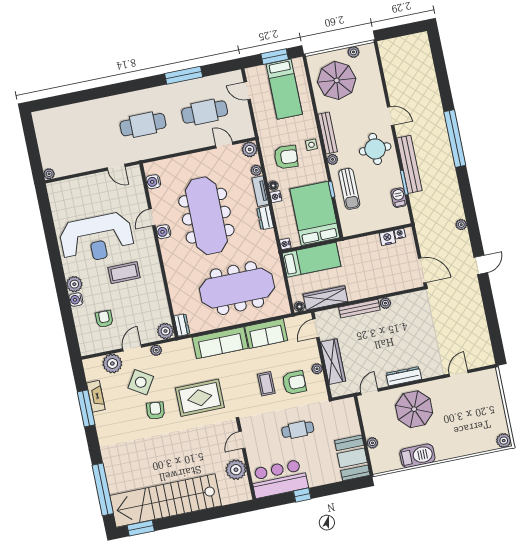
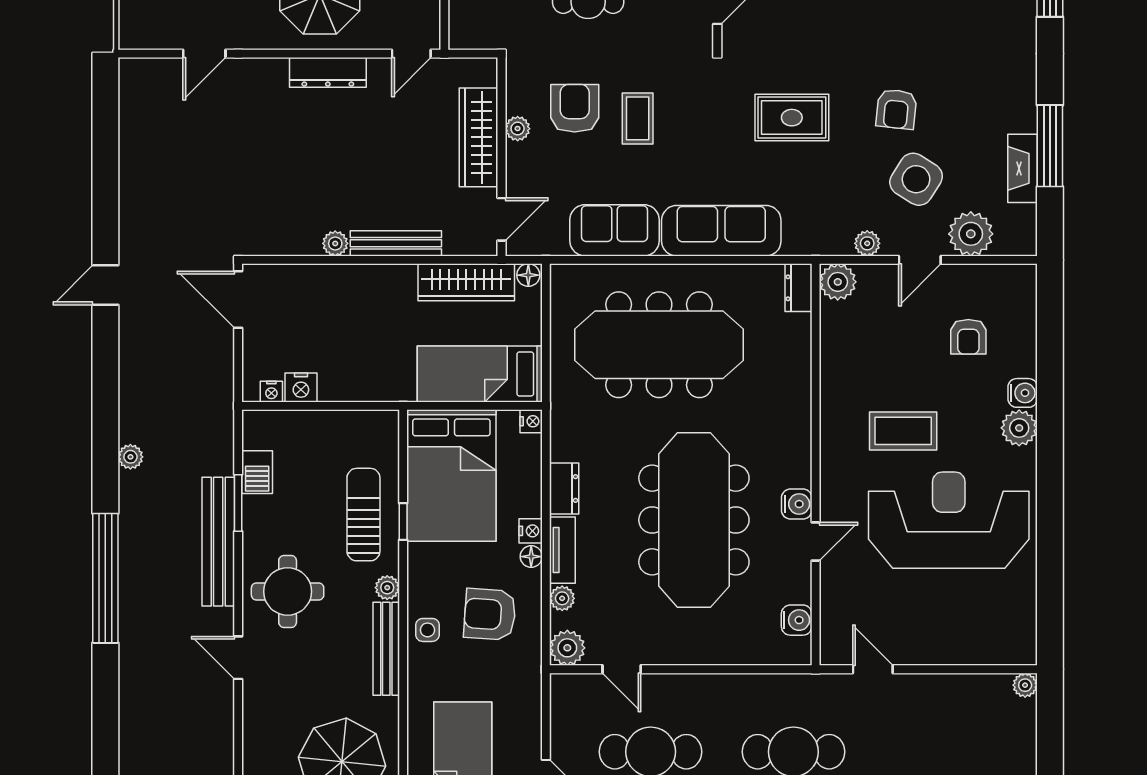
plant: (461, 225) -> (130, 457), moved
armchair: (294, 383) -> (575, 108), turned 90
rug: (200, 398) -> (792, 118), width x0.73, depth x0.70

